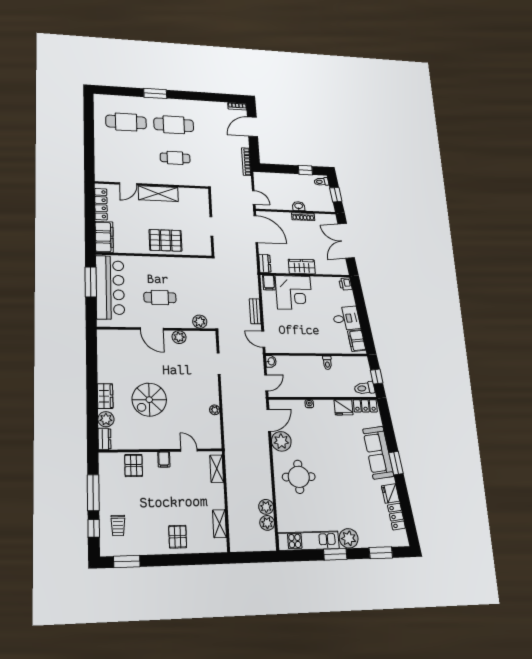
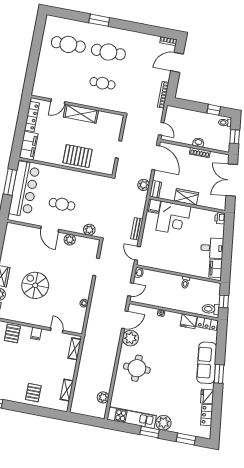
spiral stairs: (149, 400) -> (35, 285), turned 90
plant: (266, 507) -> (144, 185), moved

